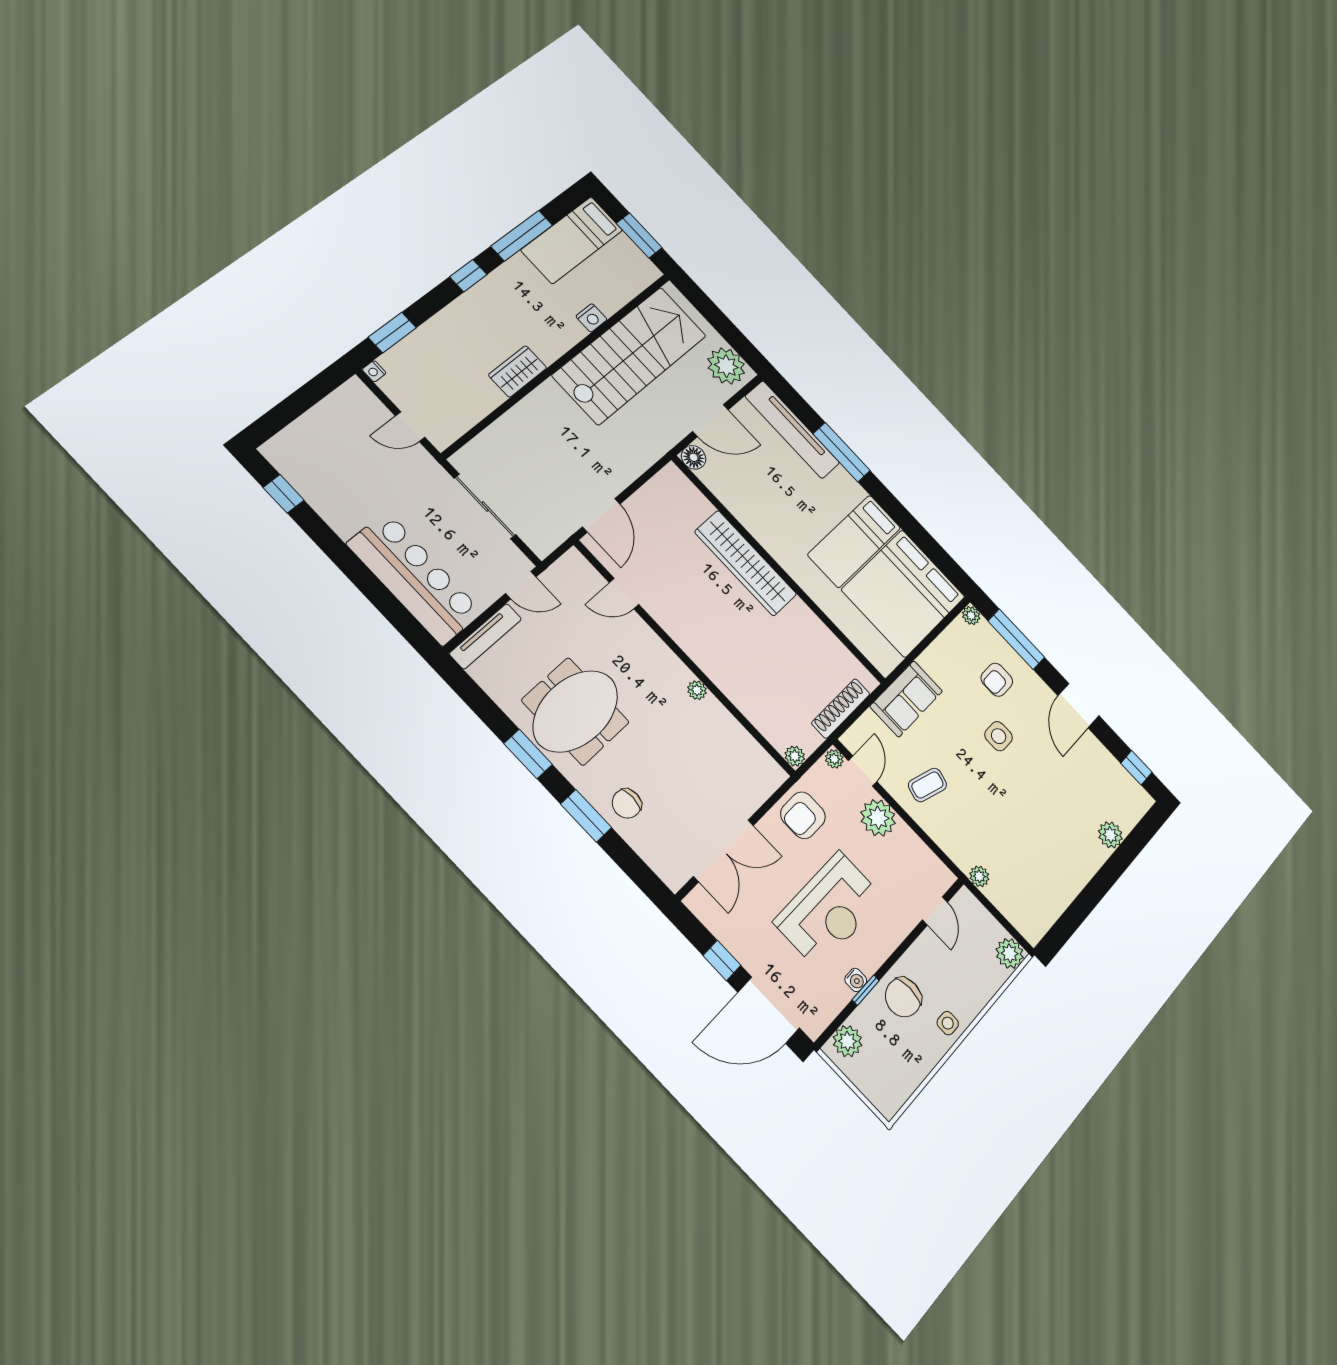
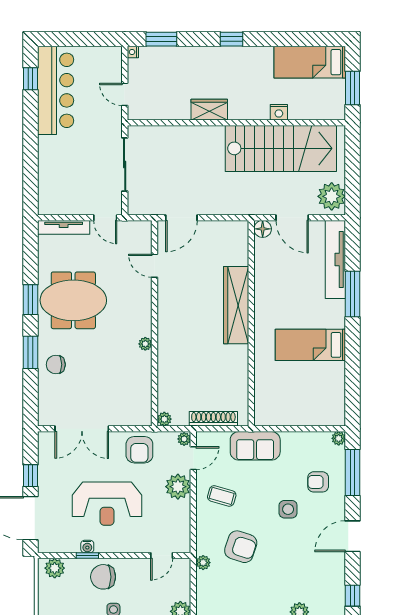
window: (522, 236) -> (283, 39), removed
bar counter: (415, 578) -> (56, 90), moved
bed: (903, 593) -> (311, 394), removed
armchair: (803, 815) -> (139, 450), turned -90
armchair: (996, 822) -> (241, 547), added

